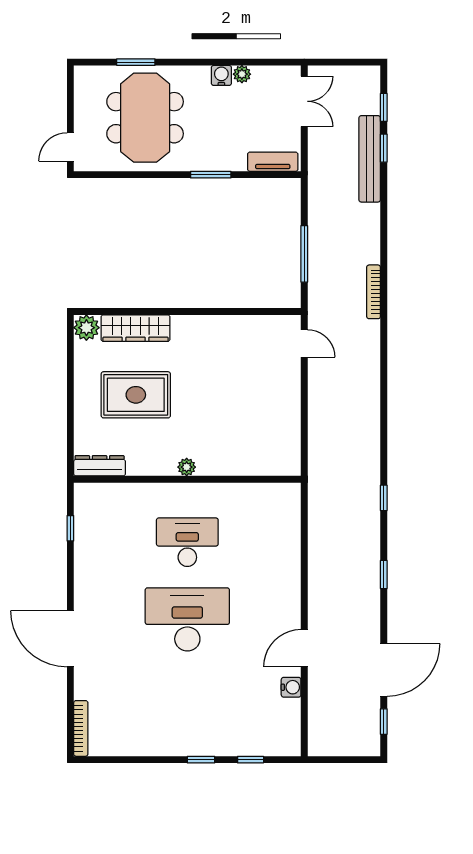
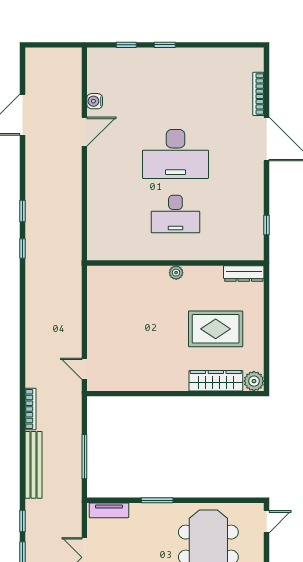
bench: (370, 159) -> (33, 465), moved
window: (304, 254) -> (84, 457), moved
window: (384, 575) -> (23, 211), moved
window: (384, 722) -> (23, 74), removed
bookcase: (81, 728) -> (258, 94), moved

